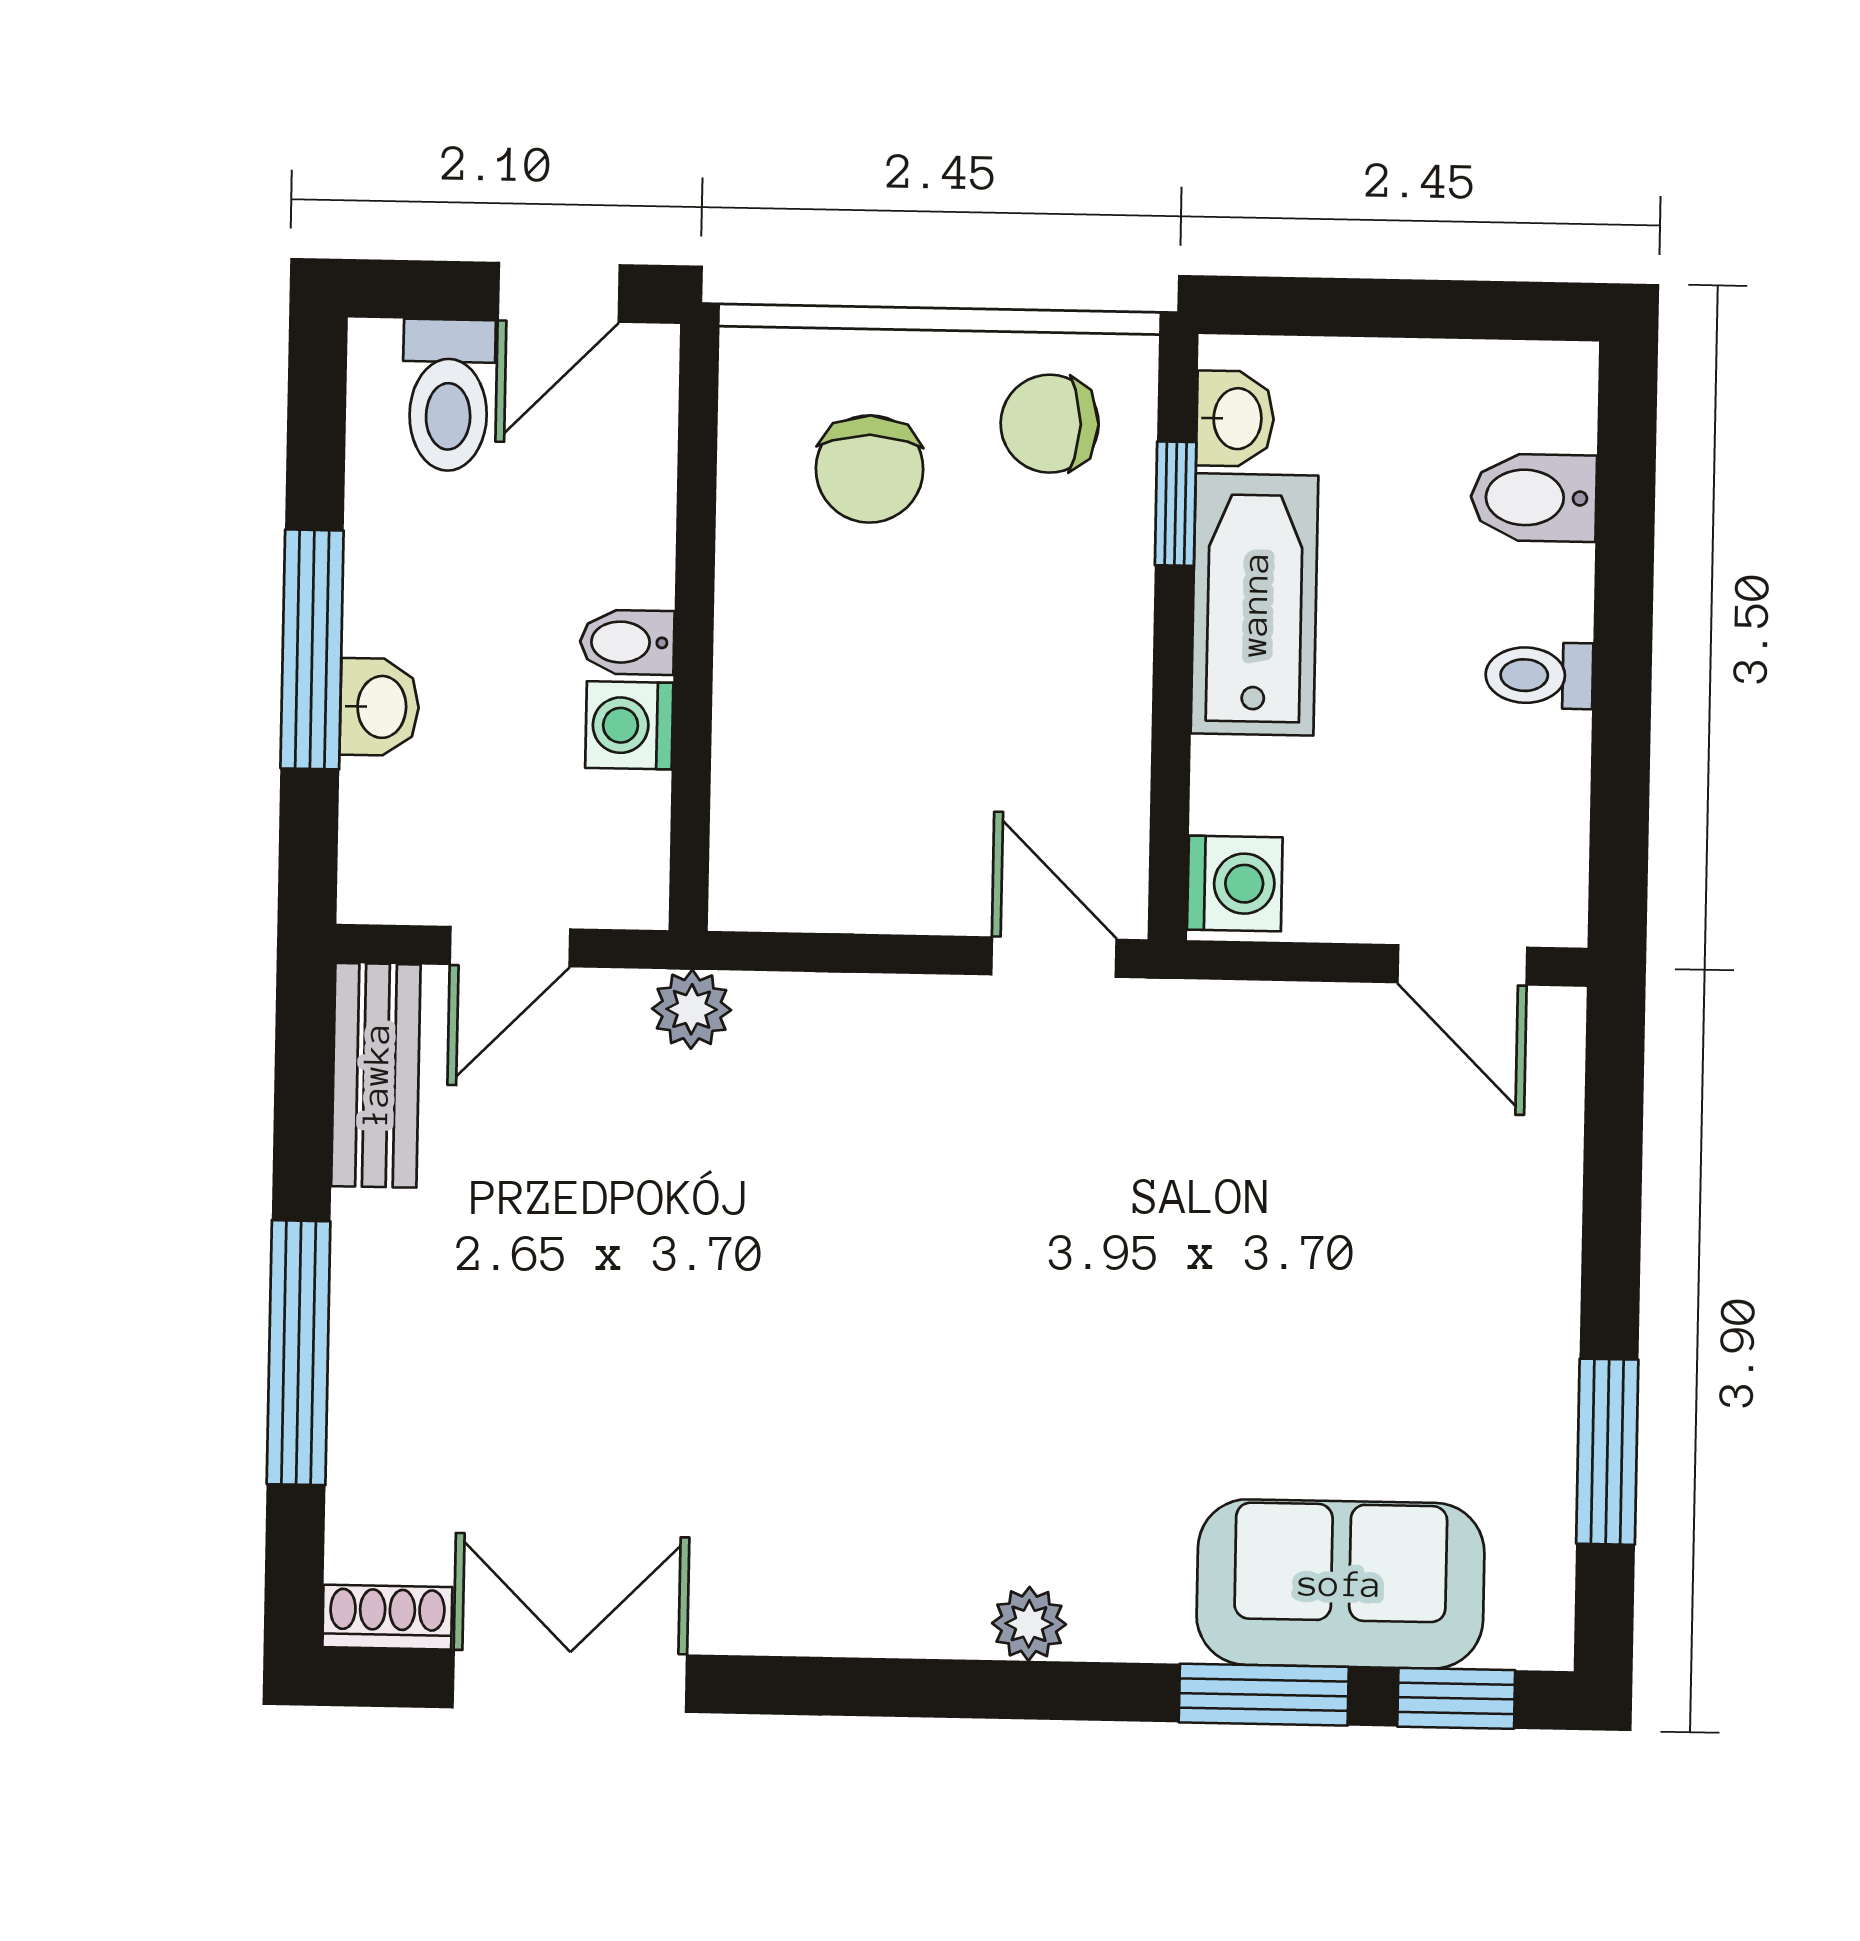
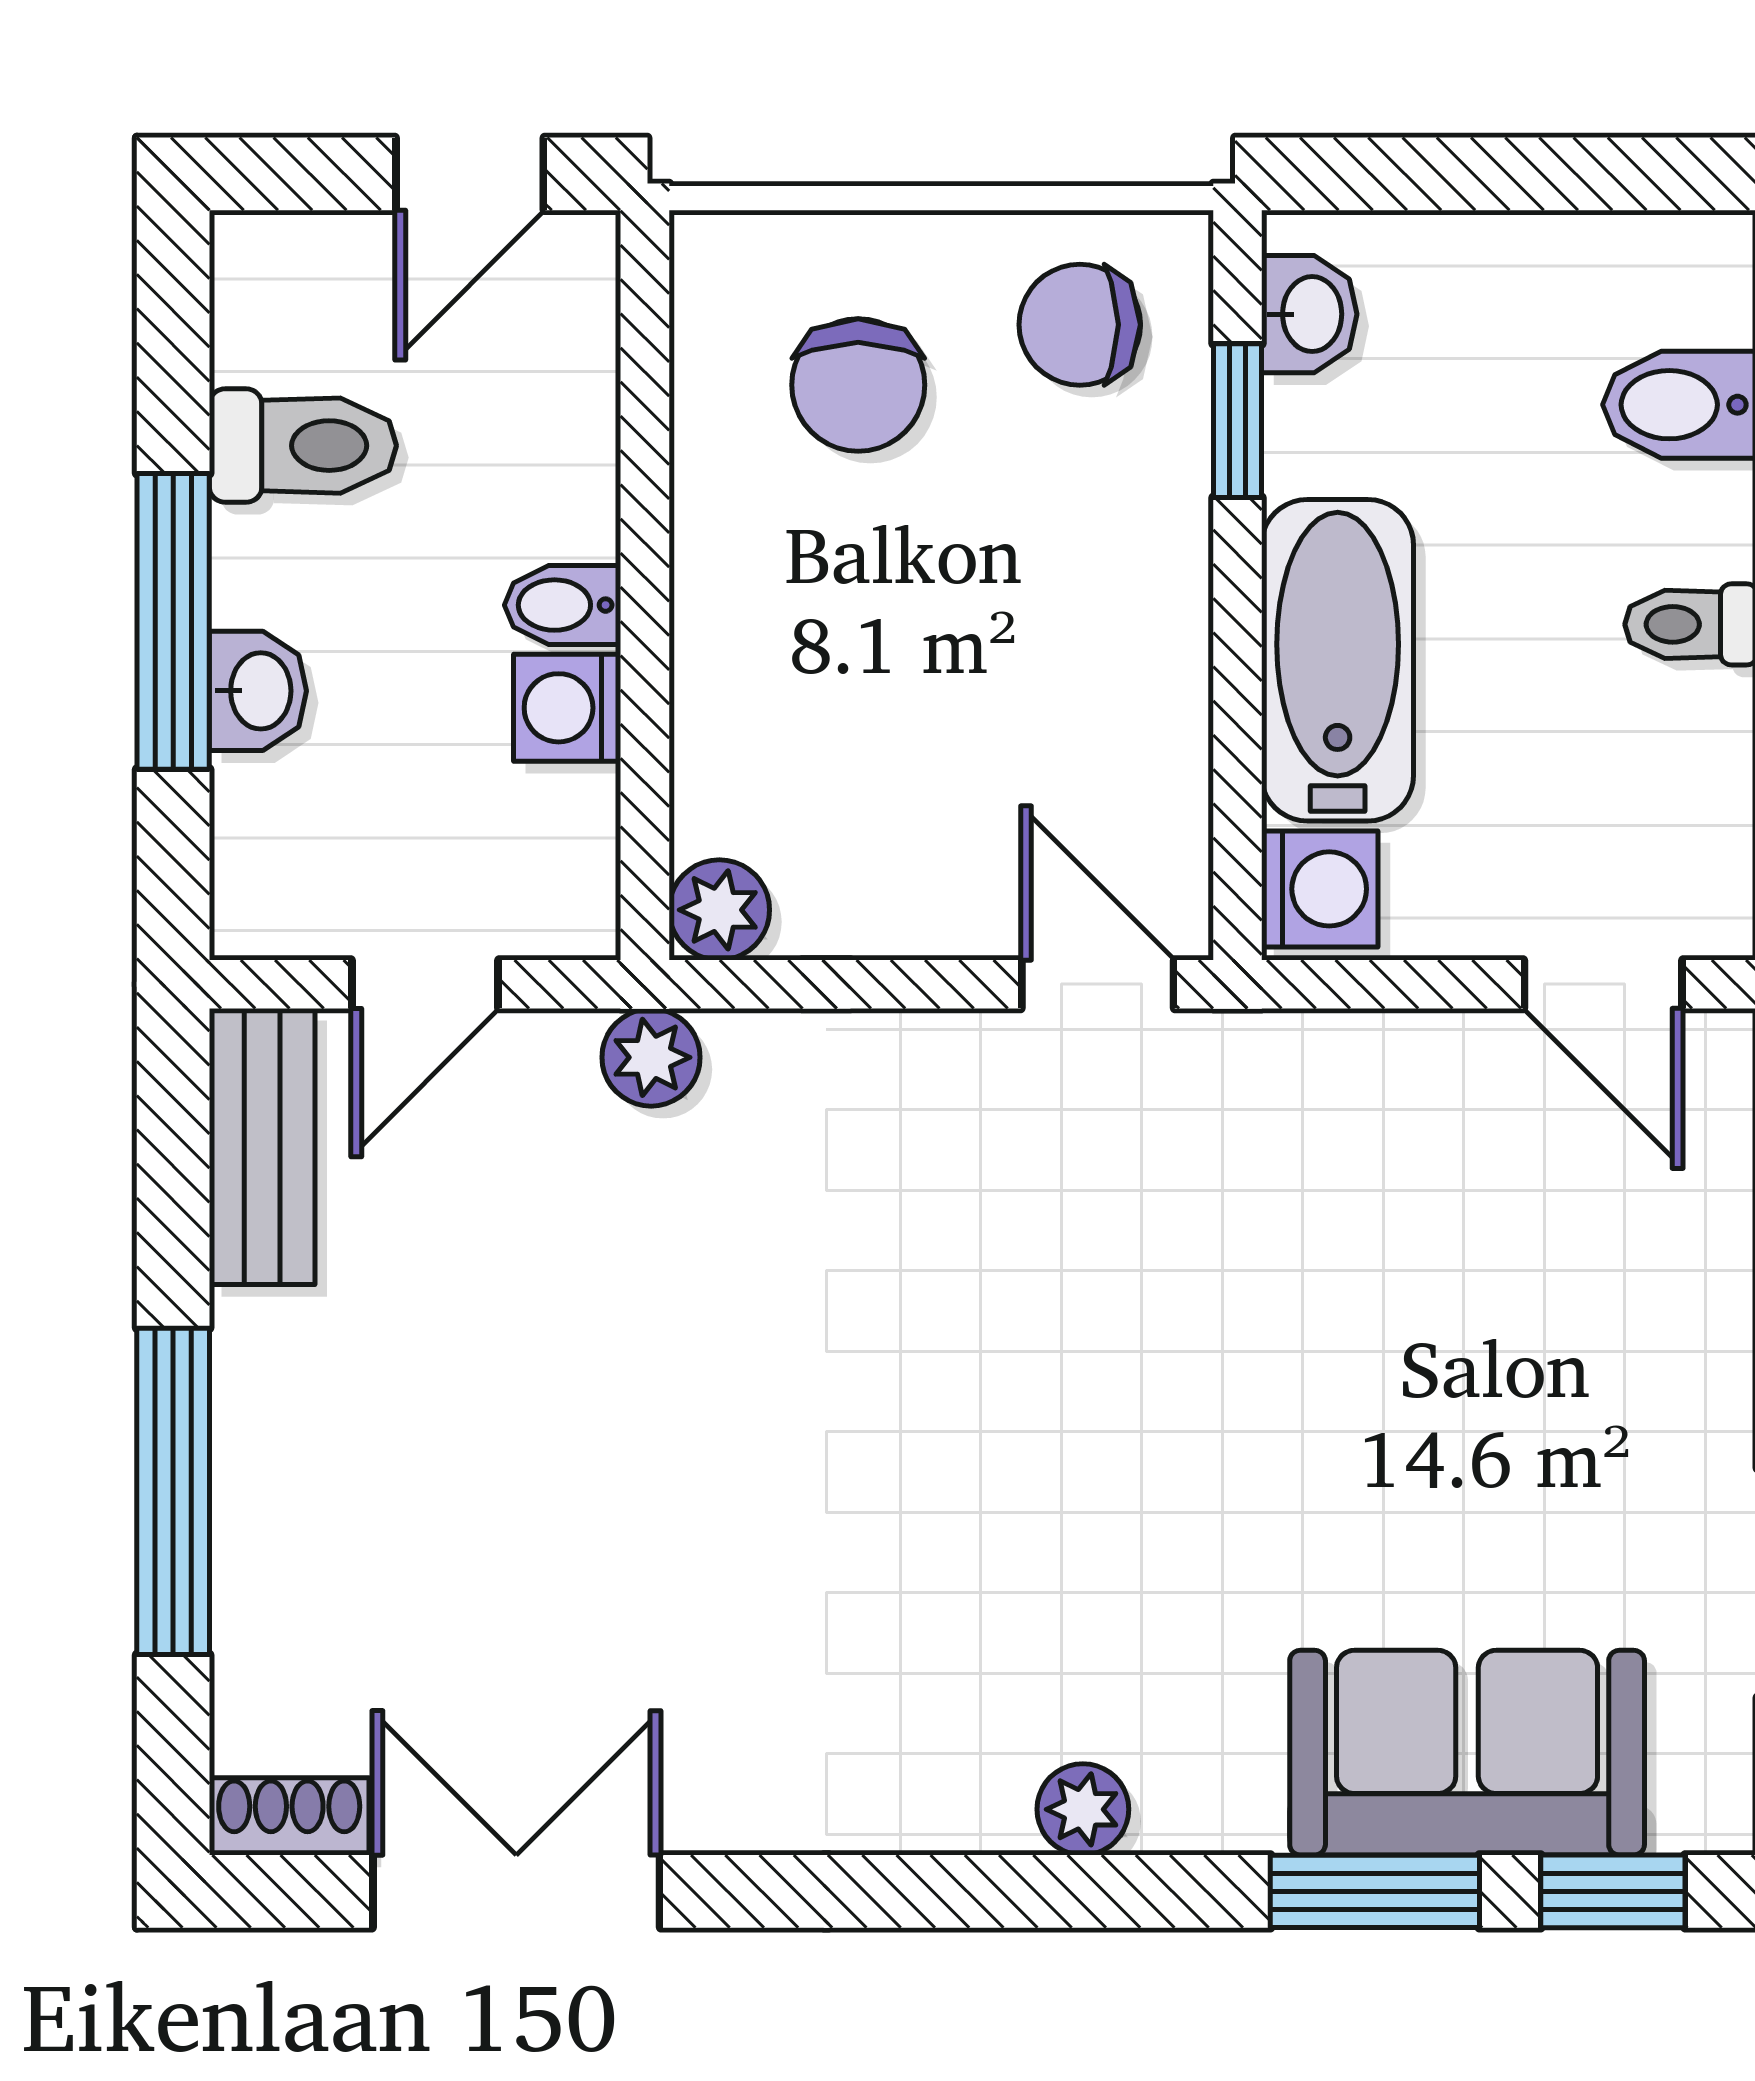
toilet: (448, 395) -> (303, 446), moved, turned -90
bathtub: (1255, 604) -> (1338, 660), moved
plant: (749, 891) -> (719, 910), added

